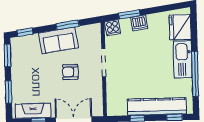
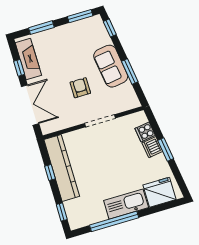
window: (129, 14) -> (166, 149), moved
cooker: (113, 28) -> (145, 132), moved
kitchen counter: (157, 107) -> (62, 168), moved

